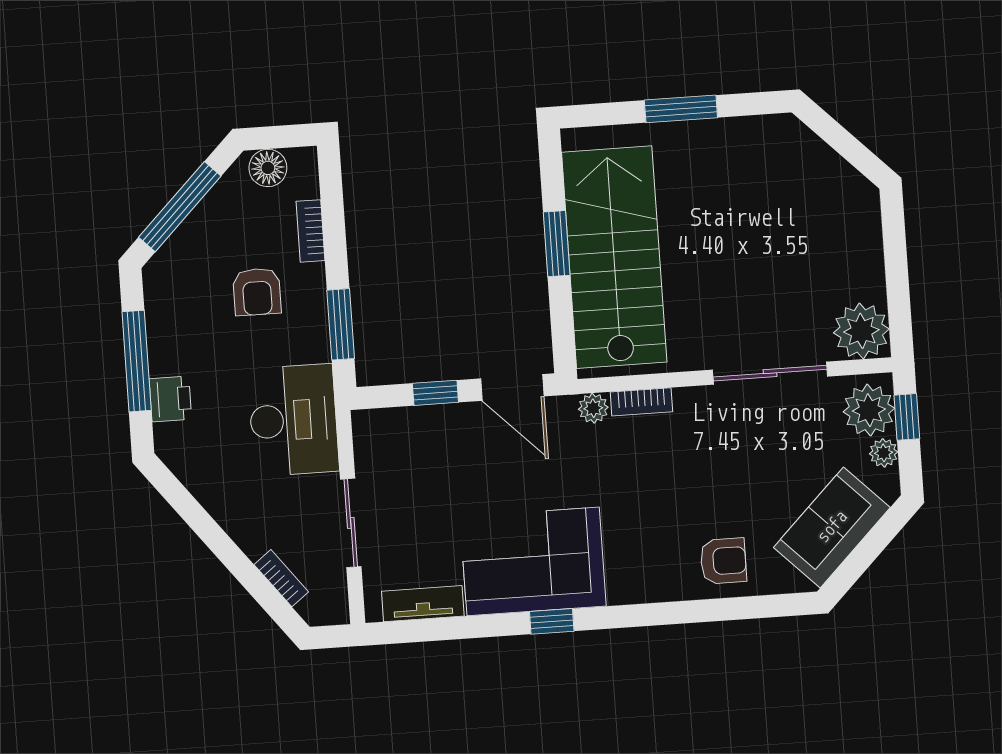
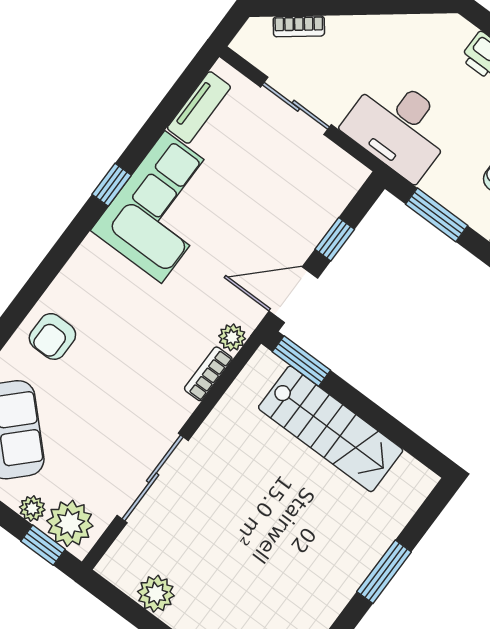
window: (557, 244) -> (301, 361), moved
stairs: (614, 257) -> (331, 429), width x0.73, depth x0.66
plant: (861, 331) -> (156, 594), moved, width x0.73, depth x0.73

